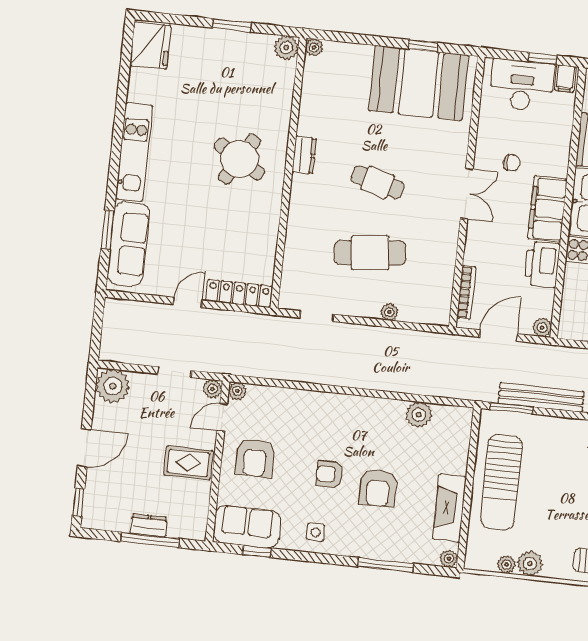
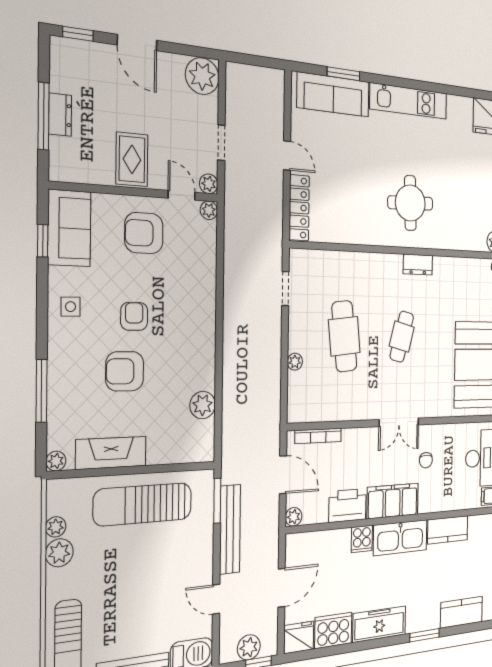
round table: (239, 159) -> (410, 203), turned -33

